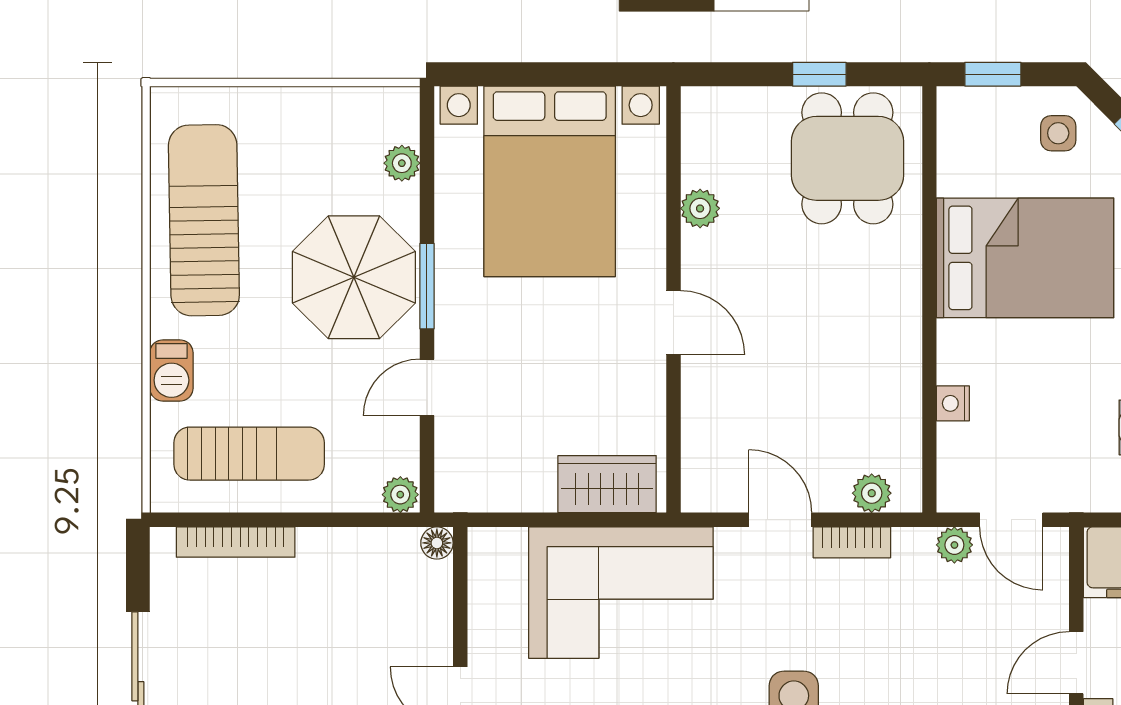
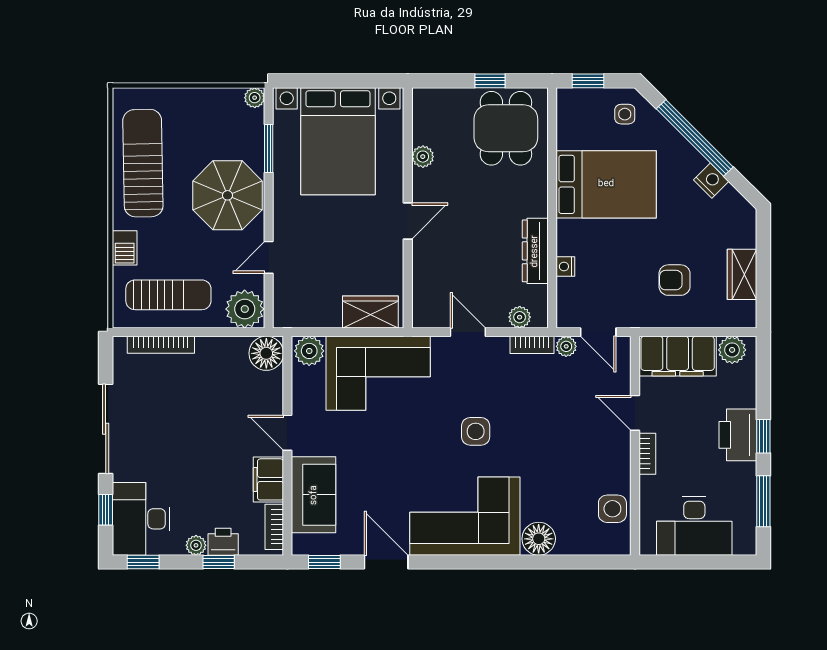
plant: (402, 163) -> (255, 98), moved
window: (427, 286) -> (269, 149), moved
door: (673, 323) -> (408, 221), hinge flipped
dresser: (900, 376) -> (535, 251), added
plant: (400, 495) -> (245, 309), width x1.88, depth x1.88
bookcase: (852, 542) -> (532, 345), moved
floor lamp: (437, 543) -> (266, 353), width x1.89, depth x1.89
plant: (499, 553) -> (309, 351), added
door: (1076, 663) -> (635, 413), hinge flipped

